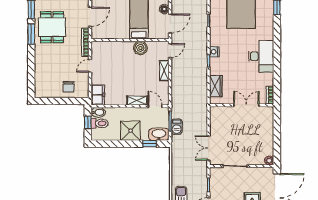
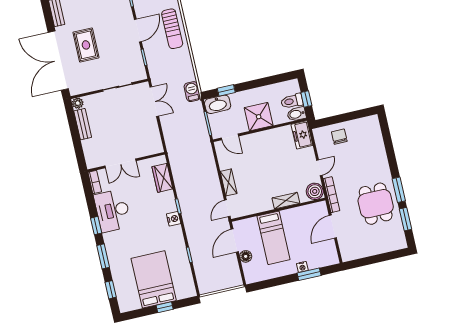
window: (277, 35) -> (103, 256), added
boiler: (140, 48) -> (315, 191), moved
desk: (261, 56) -> (113, 211), moved
window: (277, 60) -> (96, 226), added
shelving: (137, 101) -> (286, 201), moved
barbecue: (177, 127) -> (192, 92), moved
shower: (131, 131) -> (259, 117), moved
bench: (269, 143) -> (83, 124), added

